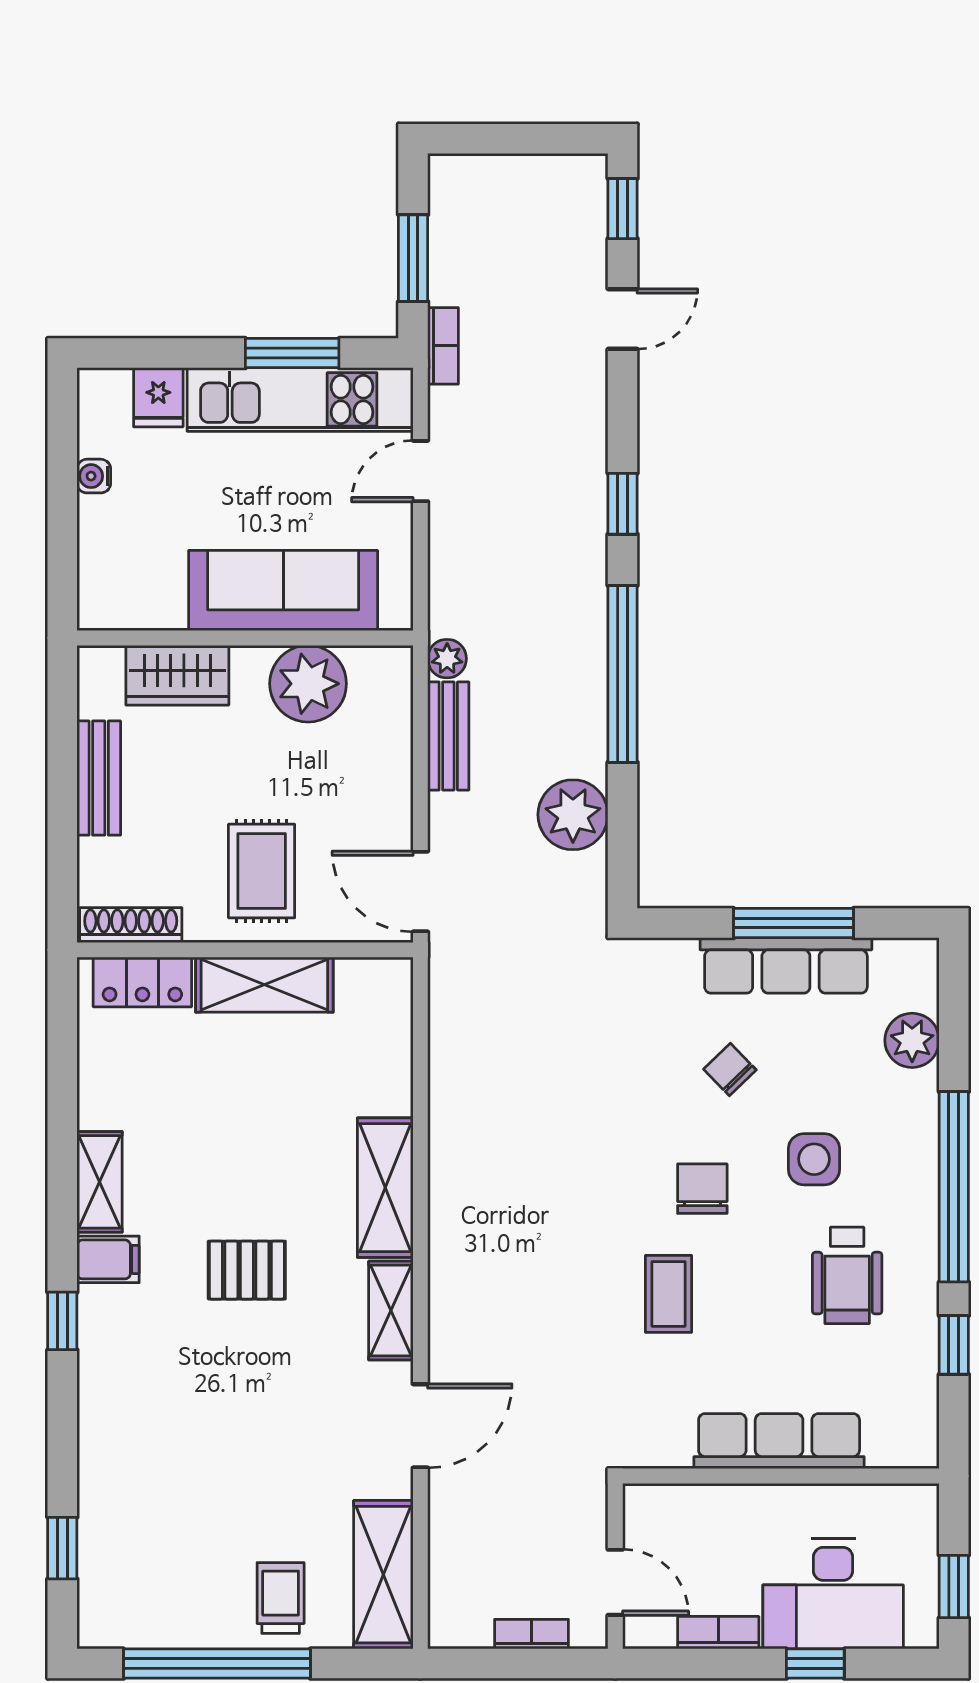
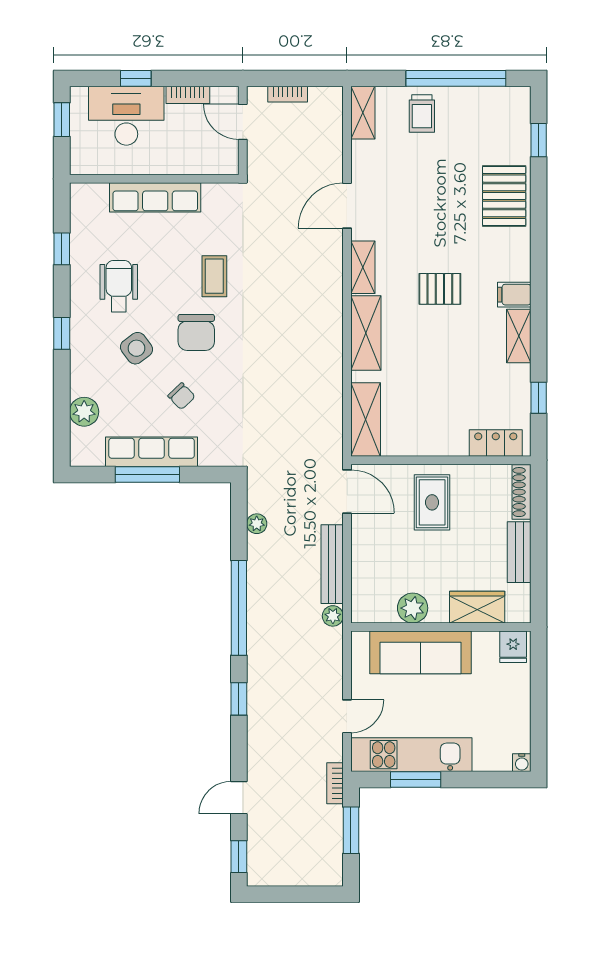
fridge: (158, 397) -> (513, 647), moved, turned 180
water cooler: (94, 476) -> (522, 763), moved, turned 90
plant: (308, 684) -> (413, 608), width x0.73, depth x0.73
bench: (448, 736) -> (332, 564), width x1.36
plant: (573, 815) -> (257, 524), width x0.53, depth x0.53
shoe rack: (131, 925) -> (521, 492), moved, turned 90
shelving: (264, 985) -> (366, 419), moved, turned 90
side table: (814, 1159) -> (136, 348), turned -37
window: (954, 1187) -> (62, 333), width x0.32
chair: (702, 1189) -> (196, 332), width x1.37, depth x1.37
window: (62, 1321) -> (539, 398), moved
pallet: (127, 1444) -> (504, 196), added
shelving: (383, 1575) -> (363, 113), width x0.67, depth x0.75

